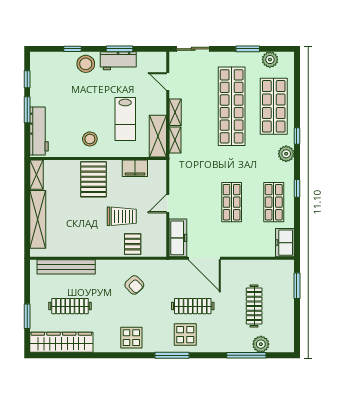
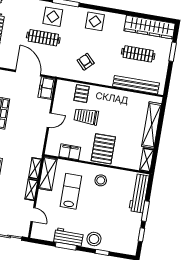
freezer: (178, 238) -> (47, 88), width x0.71

